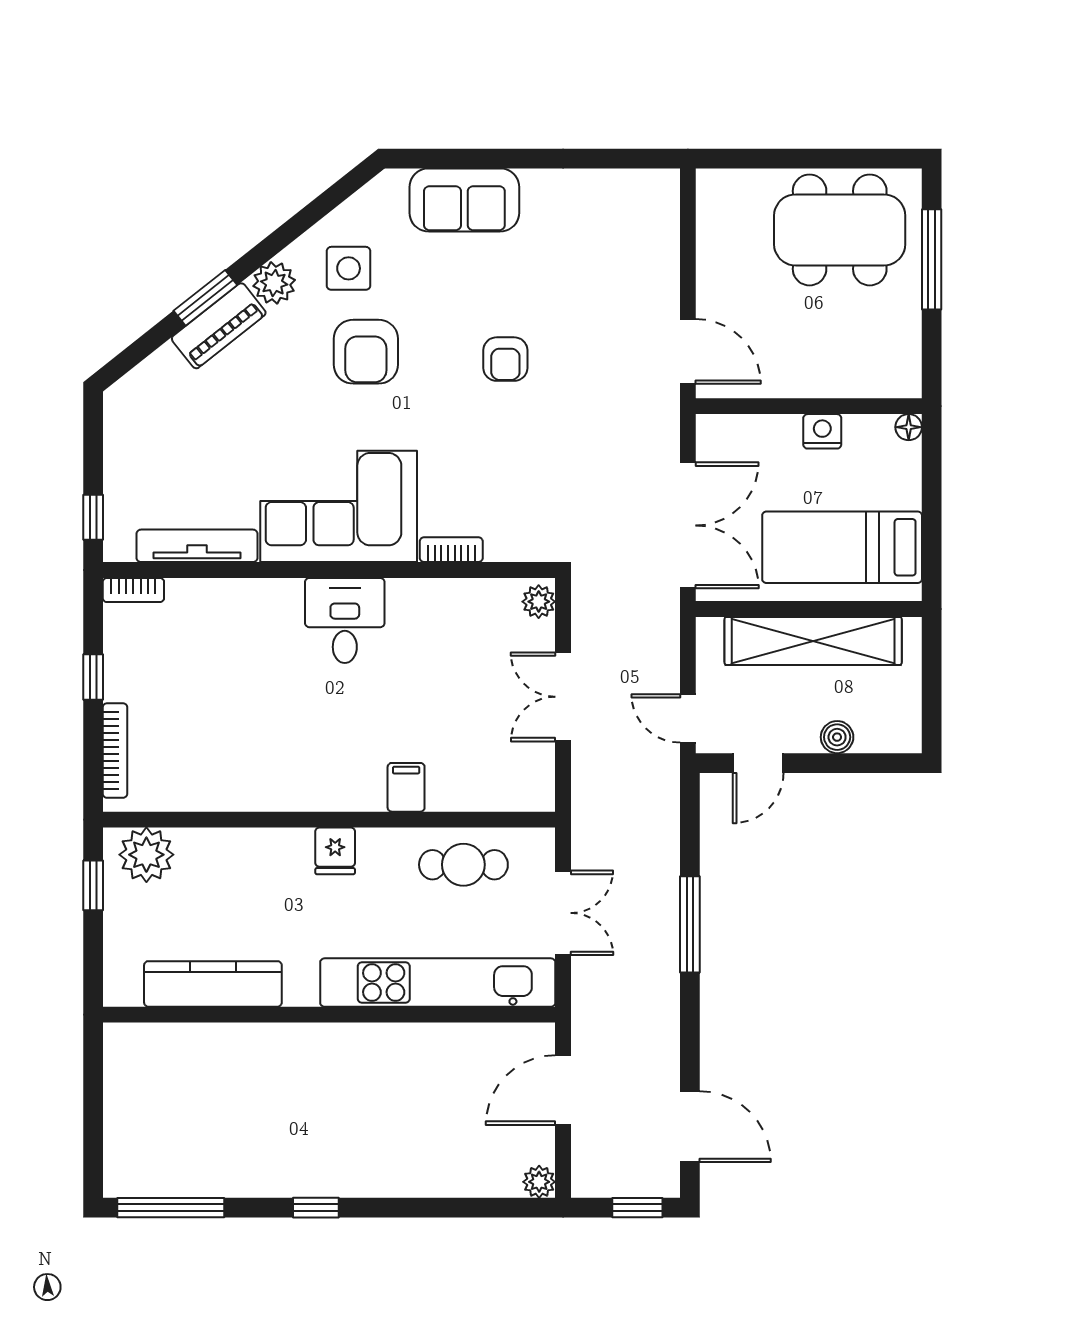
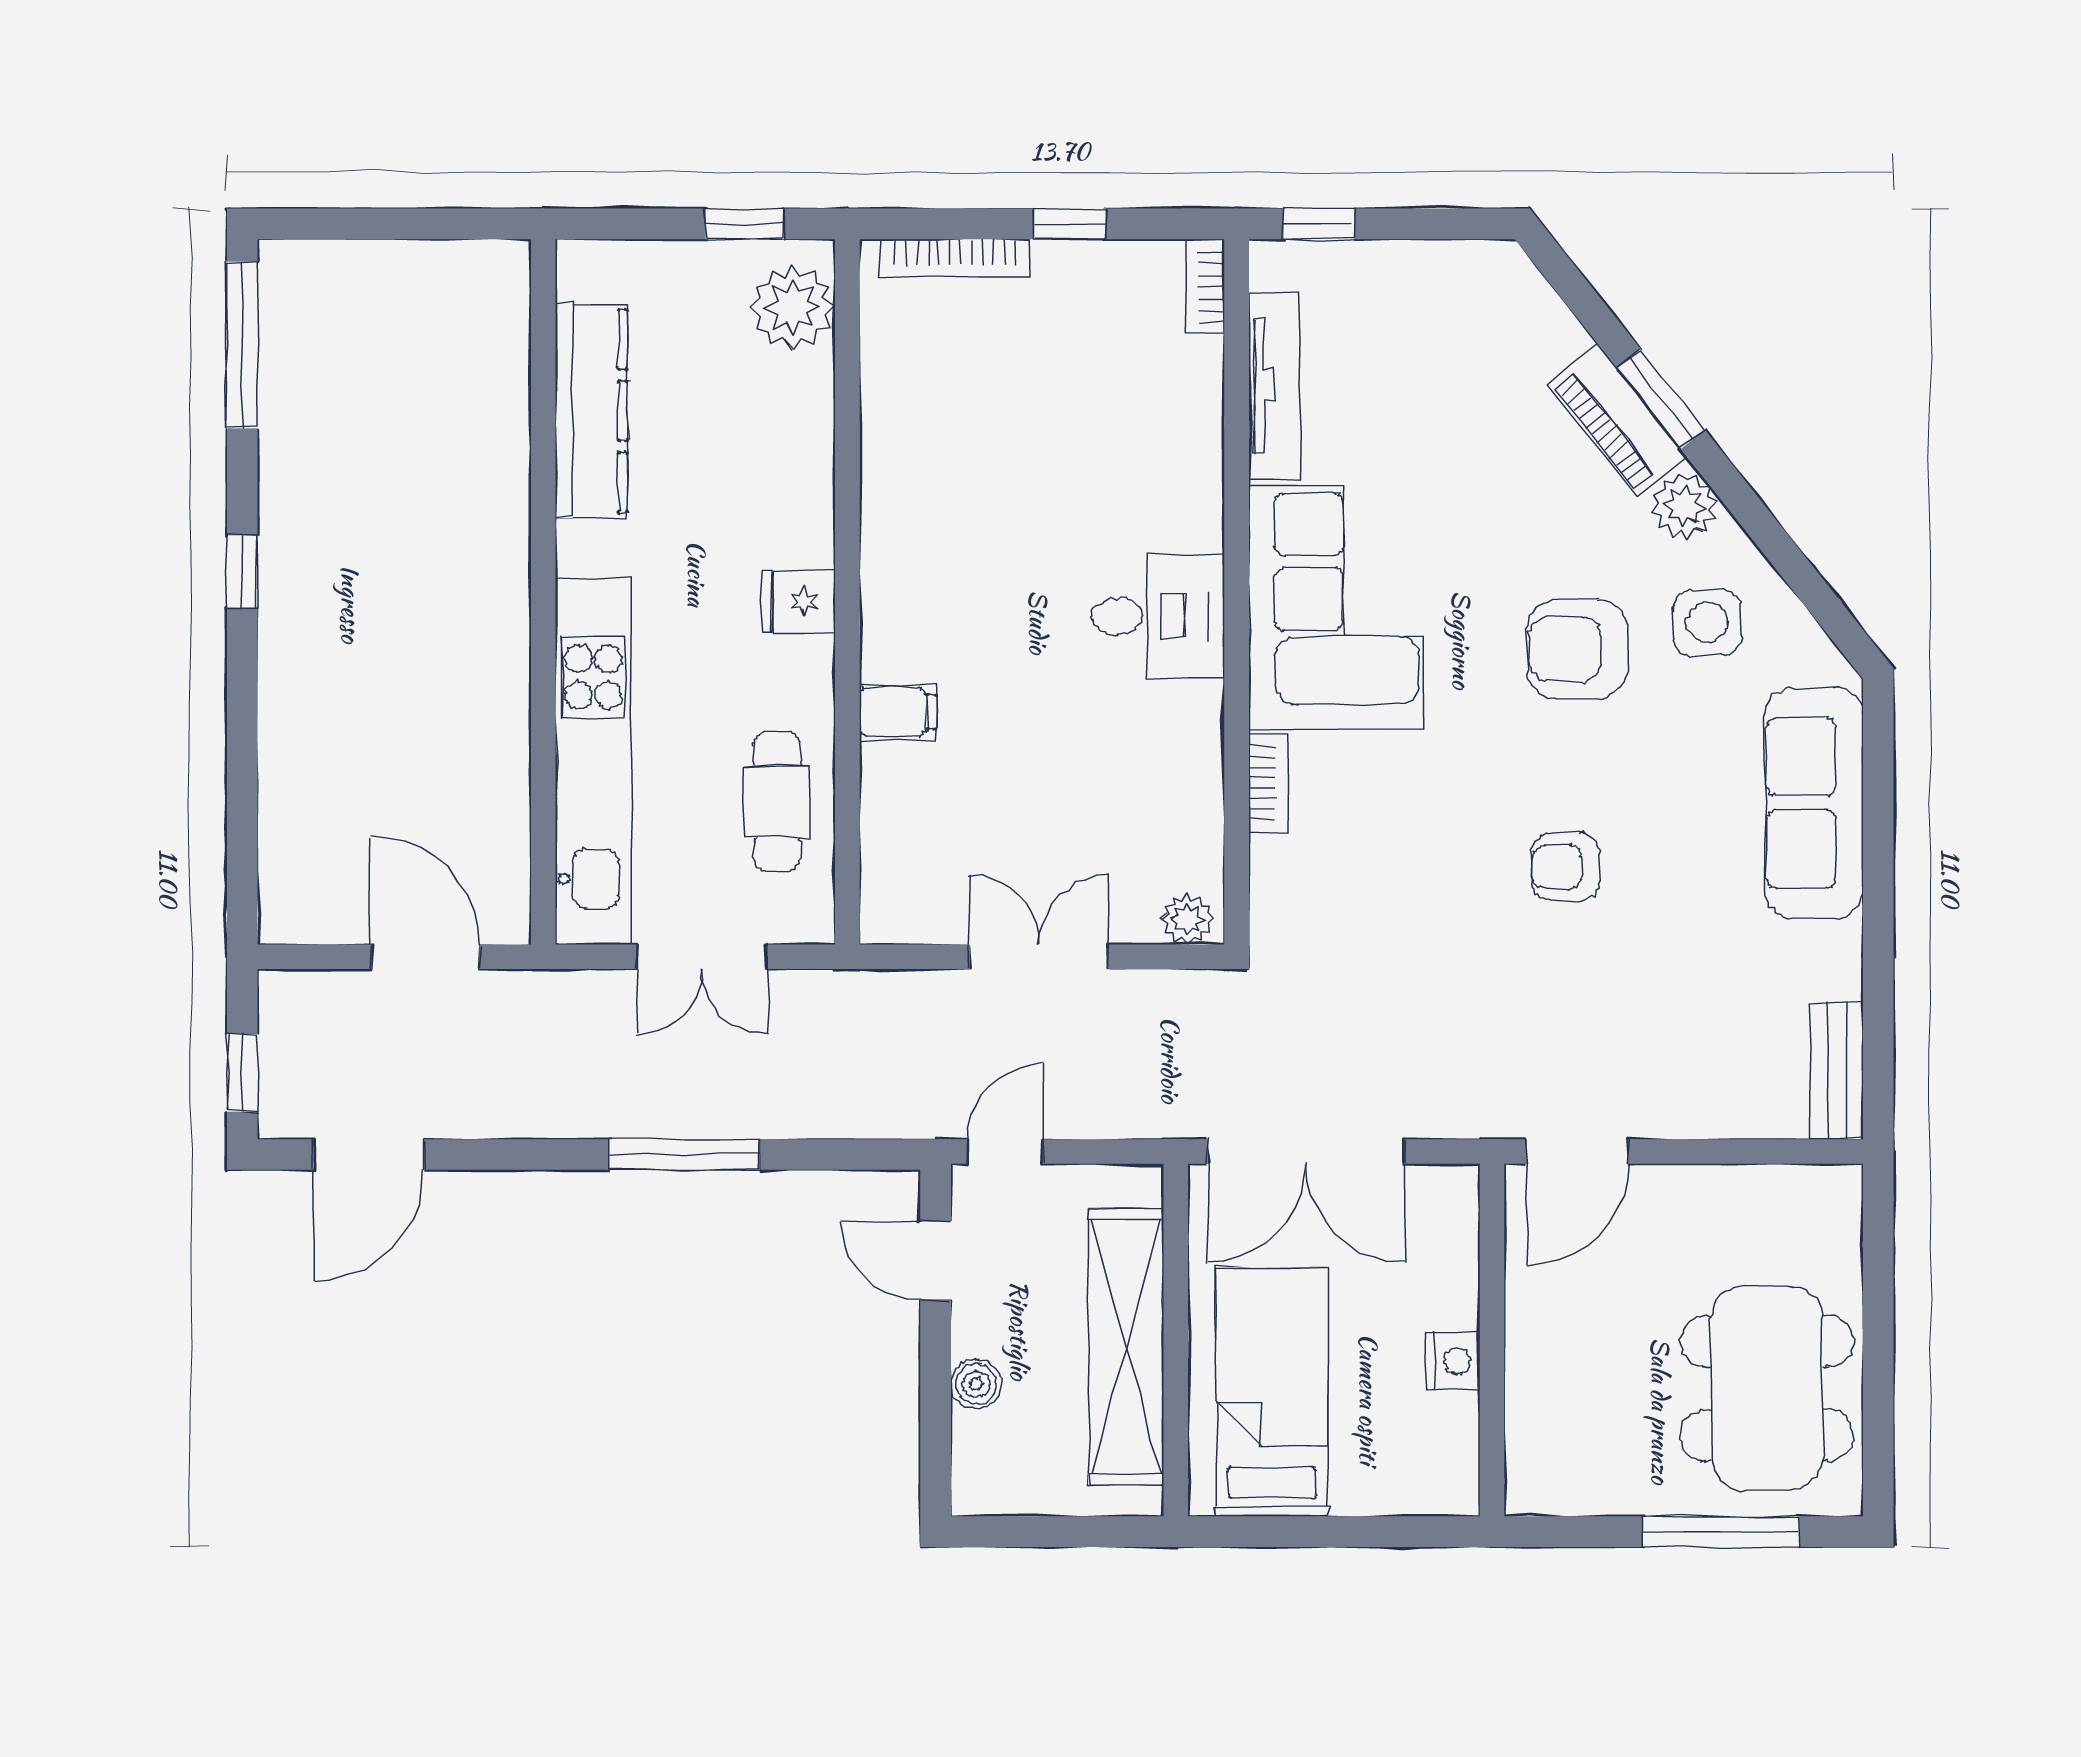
bench: (636, 185) -> (1837, 1071), added
sofa: (464, 200) -> (1814, 803), width x1.36
floor lamp: (909, 427) -> (1459, 1496), removed
plant: (539, 1182) -> (283, 920), removed

